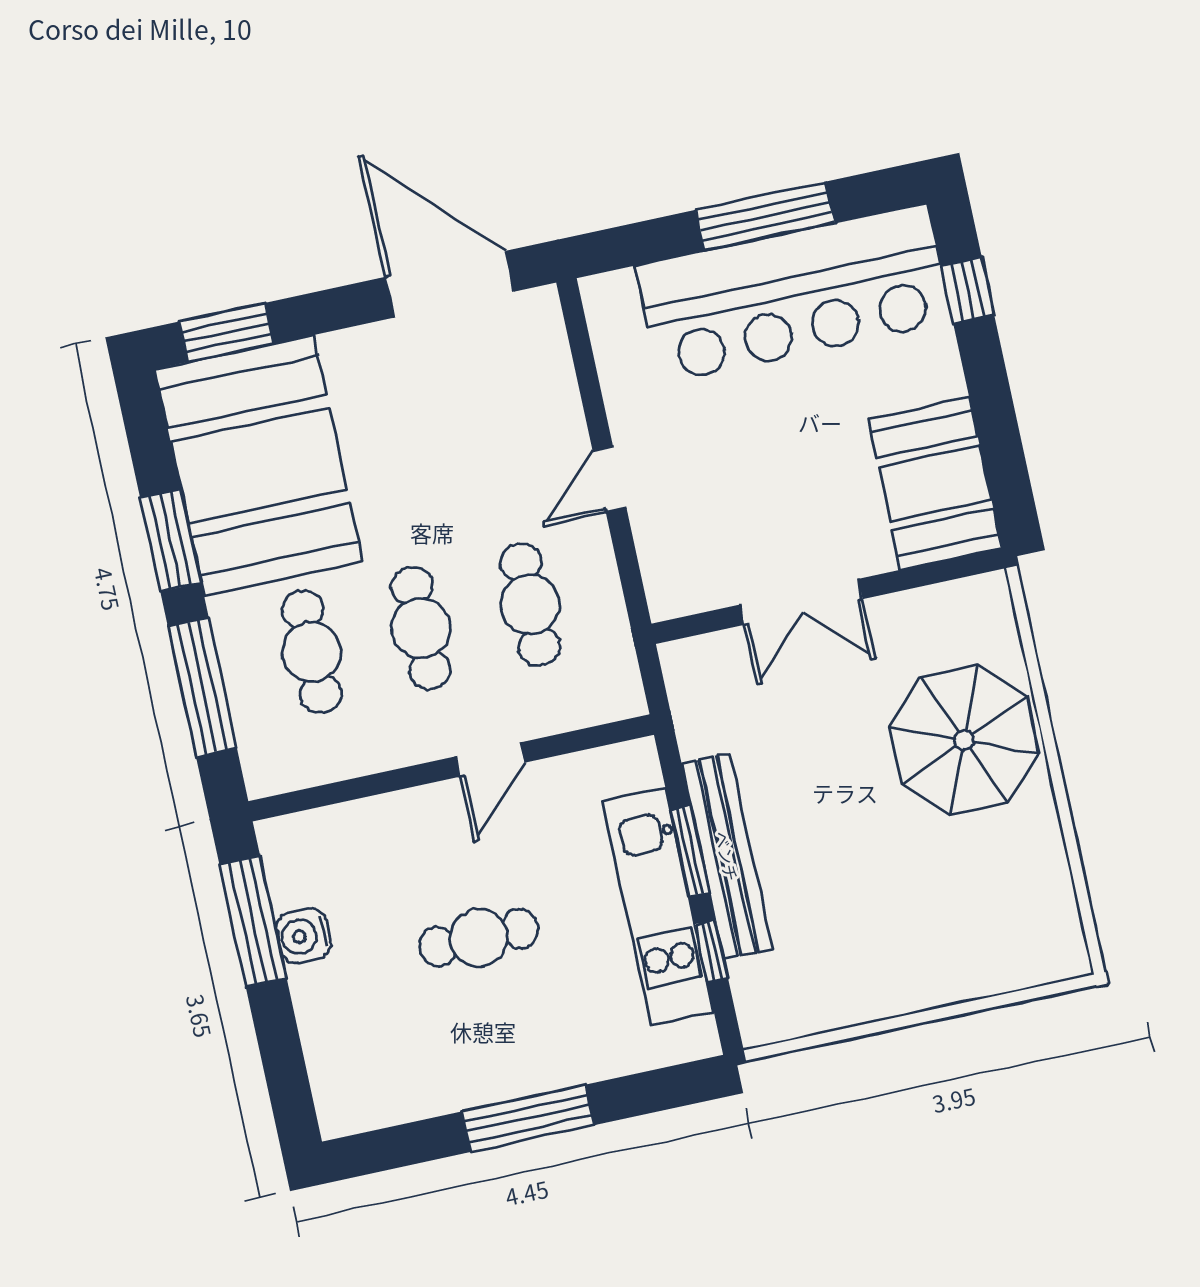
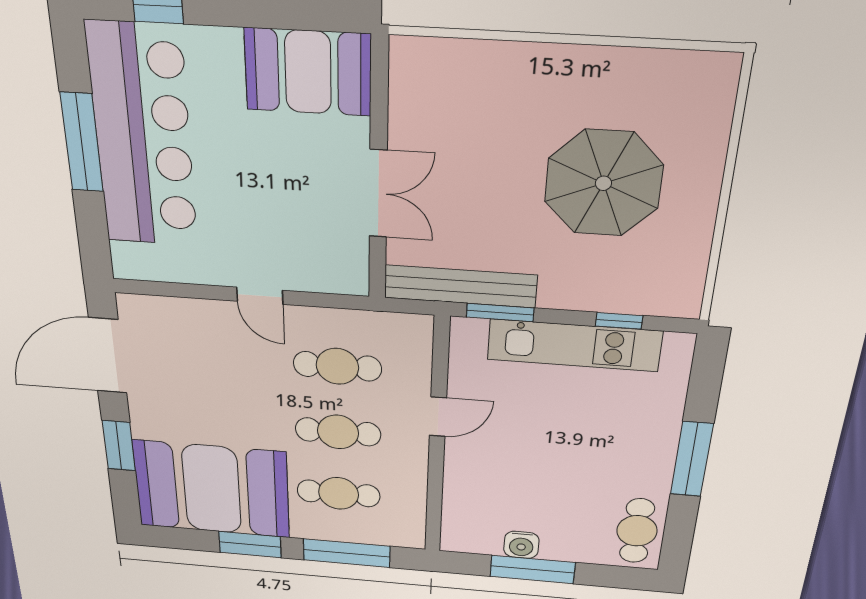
window: (226, 333) -> (119, 446), moved
parasol: (964, 740) -> (603, 183), moved
door: (490, 759) -> (438, 417), hinge flipped
window: (690, 851) -> (500, 313), moved
bench: (727, 856) -> (460, 286), moved
window: (253, 921) -> (533, 569), moved
cafe table: (479, 938) -> (637, 531), moved

